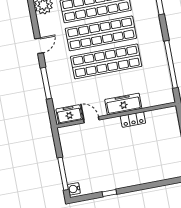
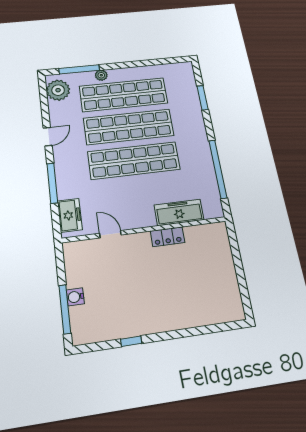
freezer: (123, 104) -> (179, 212), moved
freezer: (69, 114) -> (70, 215), moved, turned 90
water cooler: (74, 189) -> (75, 297), moved

